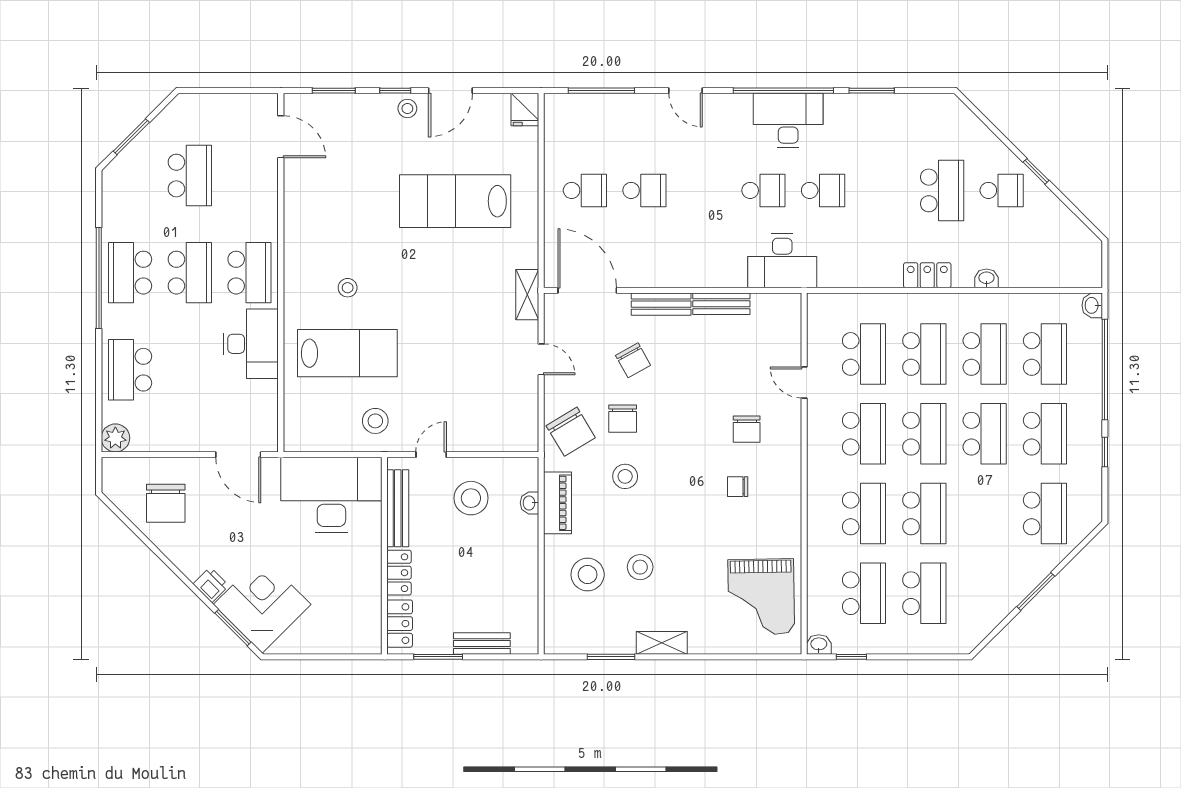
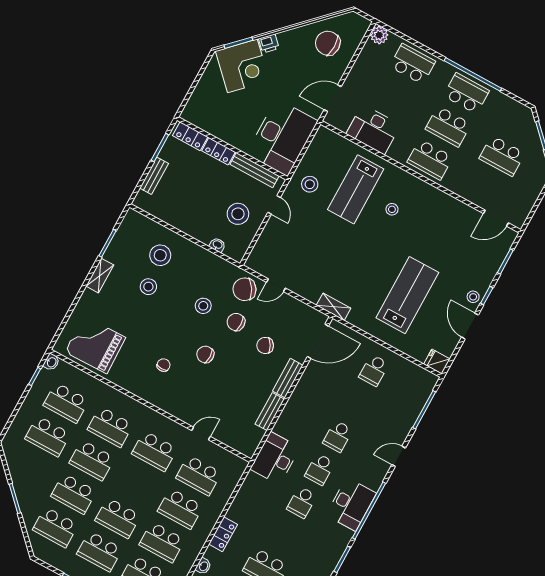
school desk: (644, 190) -> (338, 436), moved
desk: (251, 344) -> (373, 129), moved
door: (541, 359) -> (276, 285), moved
chair: (747, 429) -> (205, 354), moved
school desk: (924, 434) -> (74, 494), moved
piano: (558, 503) -> (209, 260), removed

